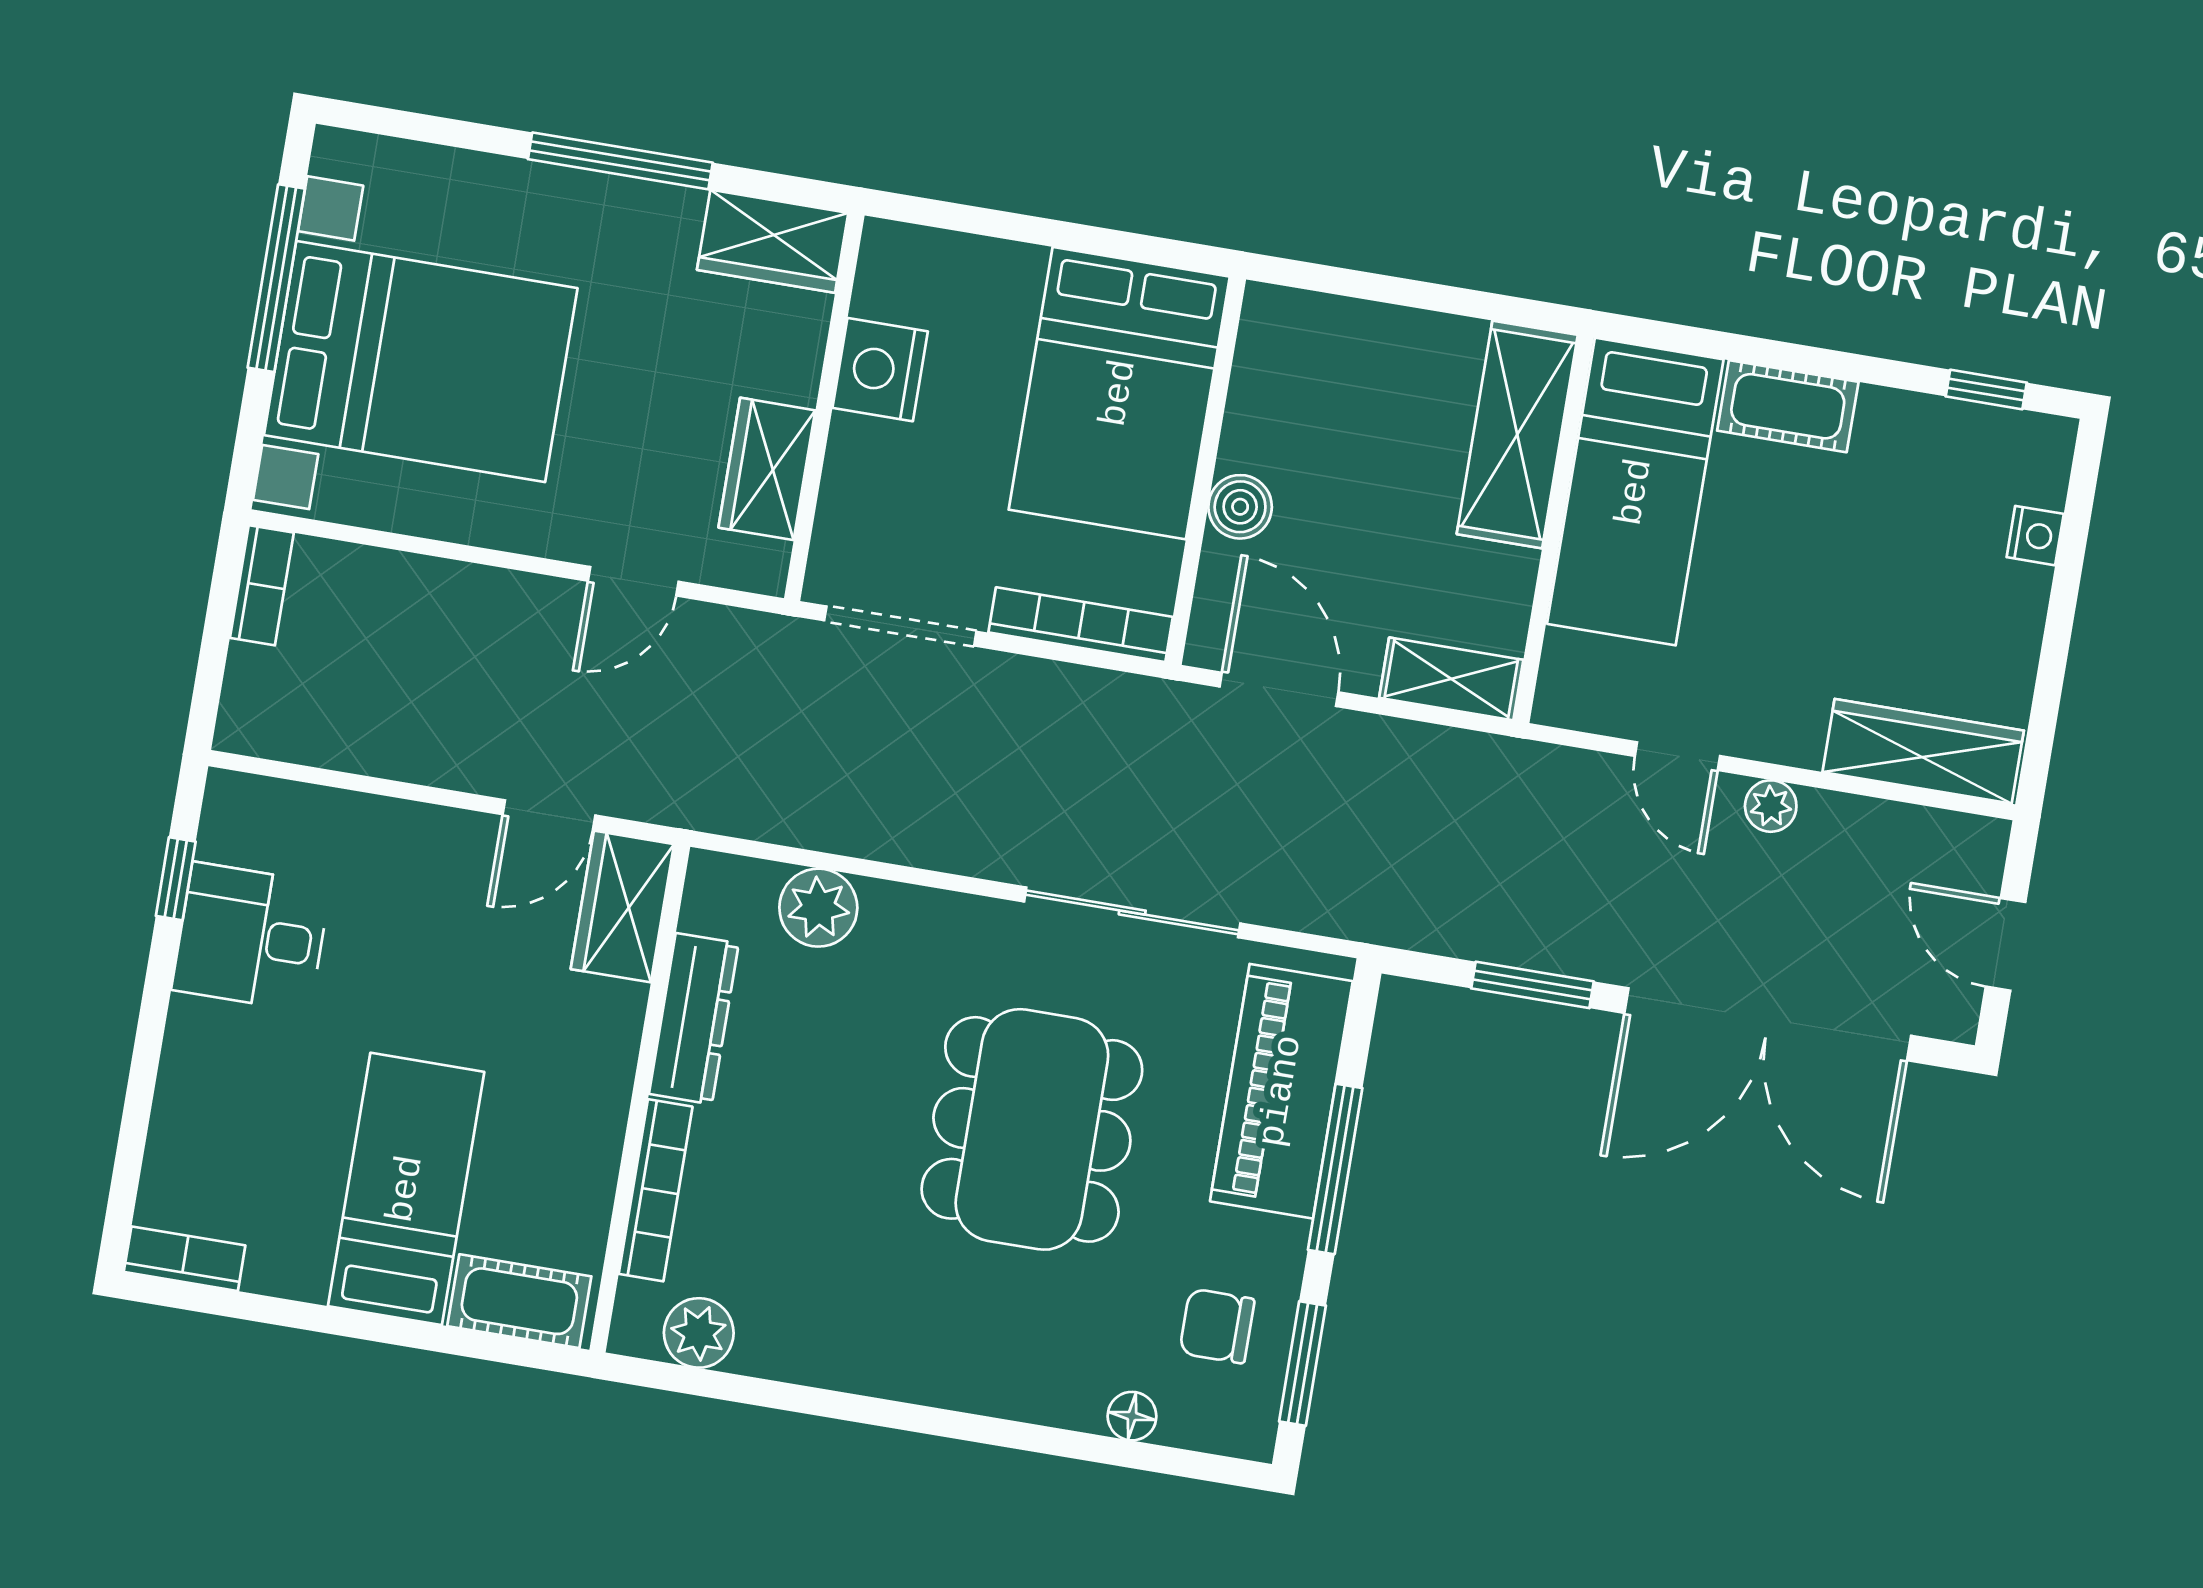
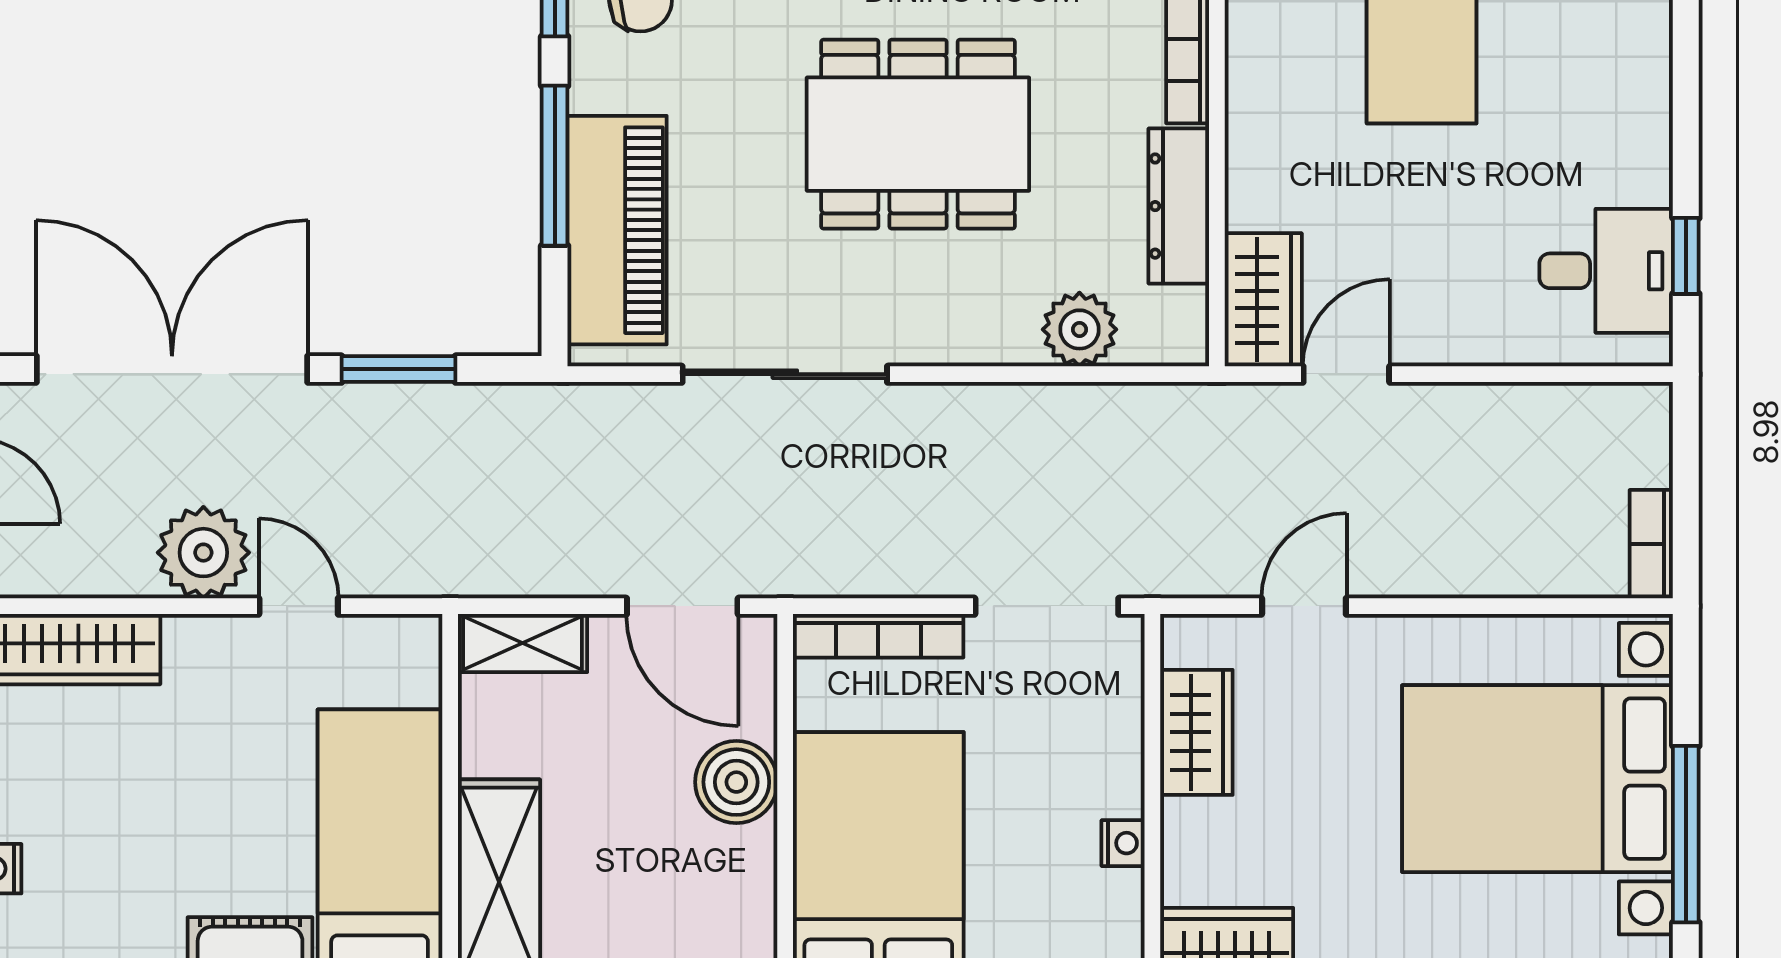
nightstand: (880, 370) -> (1123, 843), width x0.53, depth x0.56
boiler: (1240, 507) -> (736, 782), width x1.36, depth x1.36
plant: (1771, 806) -> (203, 553), width x1.87, depth x1.87
desk: (251, 937) -> (1606, 271), moved
dining table: (1032, 1129) -> (918, 134), moved, turned 90

